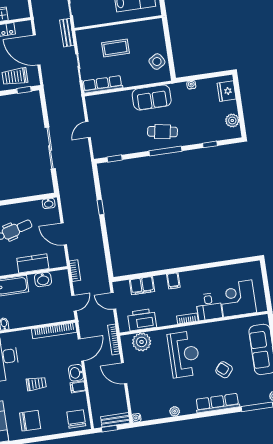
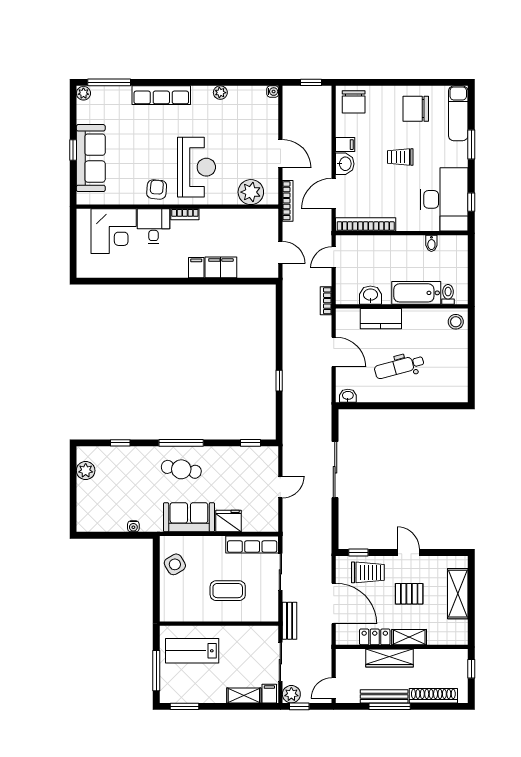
fridge: (227, 91) -> (228, 521), moved, turned -90
filing cabinet: (142, 286) -> (221, 267), moved
printer: (142, 320) -> (246, 222), removed
reception desk: (184, 354) -> (197, 167), turned 180
armchair: (224, 370) -> (157, 189), moved, turned -126
bench: (115, 420) -> (301, 93), removed

